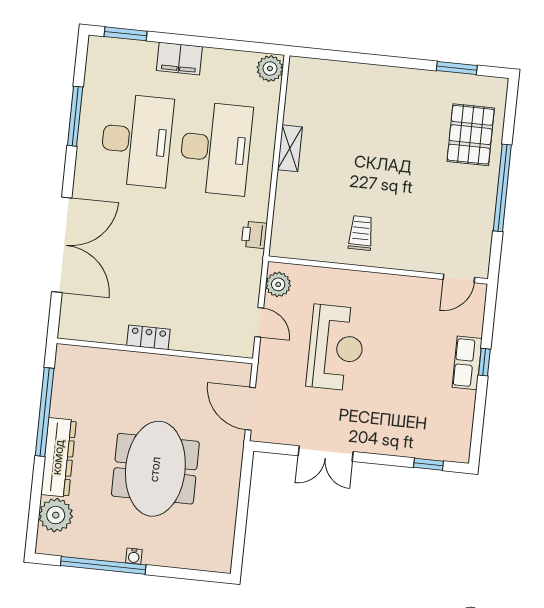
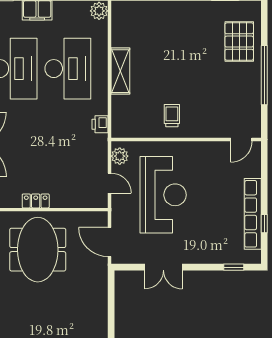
shelving: (290, 148) -> (120, 71), width x1.50, depth x1.33
reception desk: (336, 348) -> (163, 195), width x1.36, depth x1.30
window: (484, 362) -> (264, 224), moved
row of seats: (467, 363) -> (253, 214), width x2.02
meeting table: (155, 469) -> (38, 250), moved

